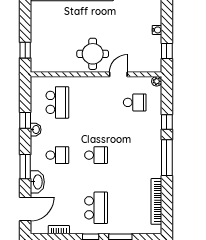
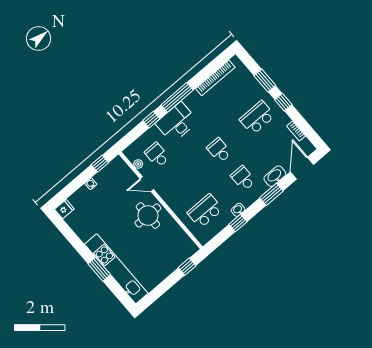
plant: (157, 81) -> (138, 164), moved
desk: (147, 140) -> (177, 122), added
door: (25, 209) -> (302, 168), hinge flipped

